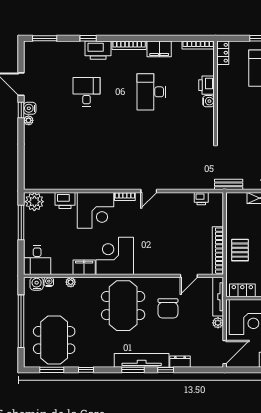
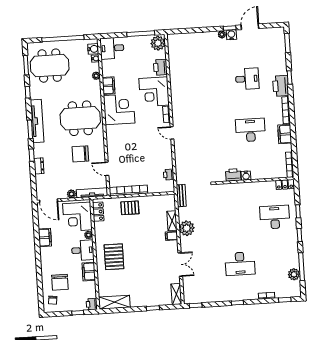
printer: (207, 85) -> (233, 175), moved
tv unit: (142, 360) -> (37, 121), moved

